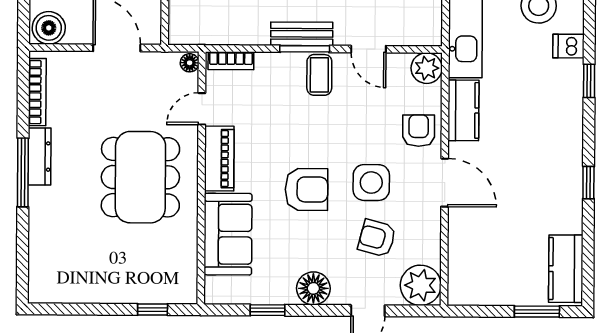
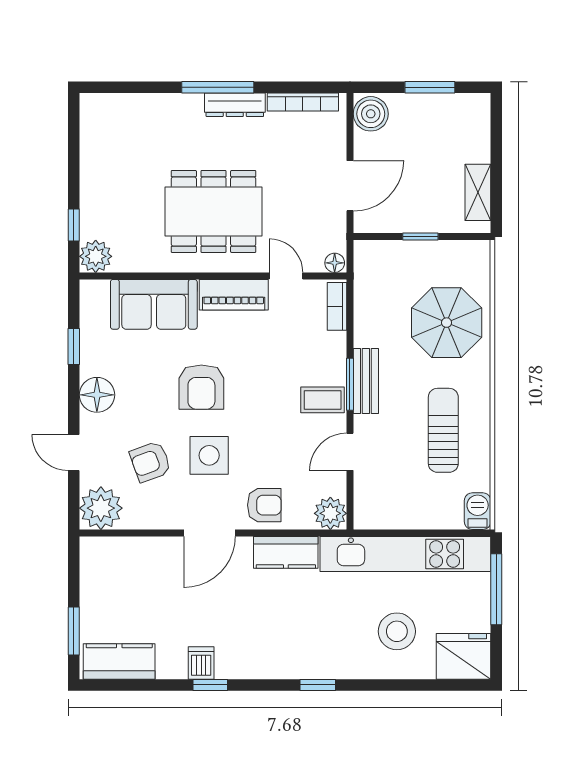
dishwasher: (568, 46) -> (201, 663), moved
armchair: (377, 238) -> (150, 462), turned -125
plant: (182, 289) -> (96, 256), added

